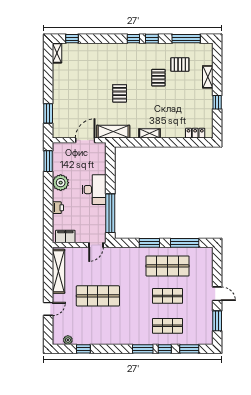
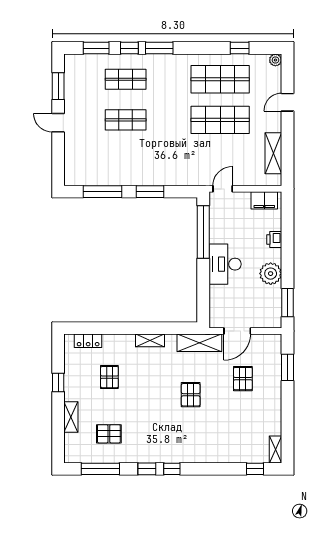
pallet: (158, 78) -> (109, 377), moved
pallet: (81, 105) -> (243, 379), added
shop shelf: (168, 266) -> (220, 79), moved
shelving: (59, 271) -> (273, 153), width x0.68
plant: (68, 340) -> (275, 60), moved

